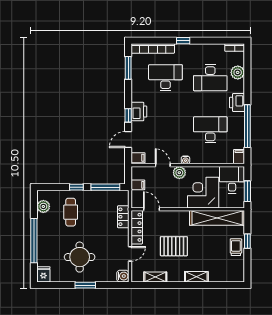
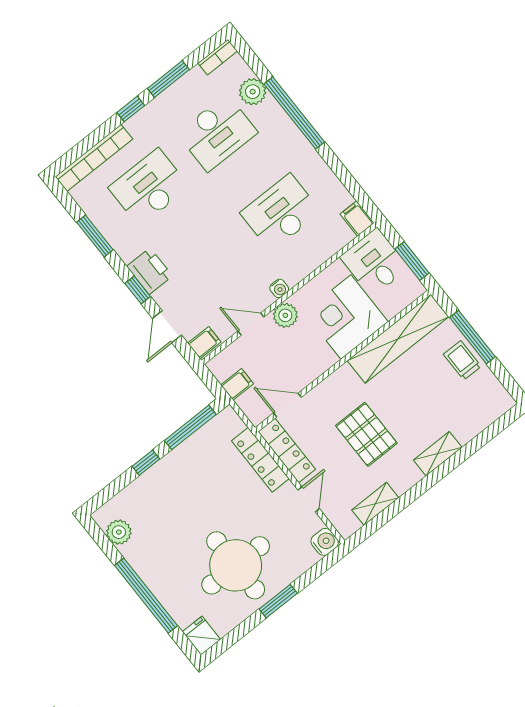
window: (208, 41) -> (168, 79), added
window: (128, 68) -> (95, 236), moved
printer: (237, 103) -> (288, 138), removed
window: (247, 126) -> (294, 113), moved
cafe table: (71, 212) -> (167, 508), removed
locker: (123, 217) -> (260, 460), width x1.53
window: (247, 241) -> (473, 337), width x2.17
pallet: (174, 246) -> (366, 434), turned 90
round table: (80, 257) -> (236, 565), width x1.36, depth x1.36

